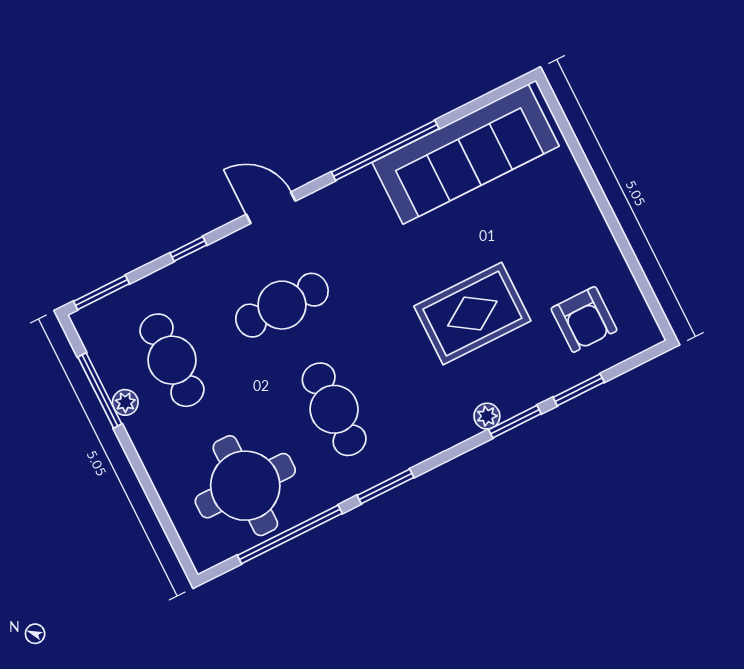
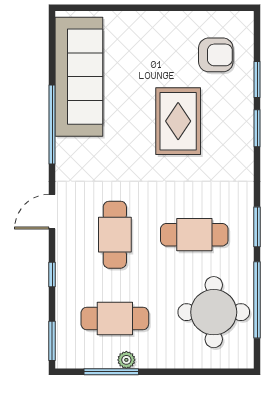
plant: (487, 416) -> (245, 144), removed

